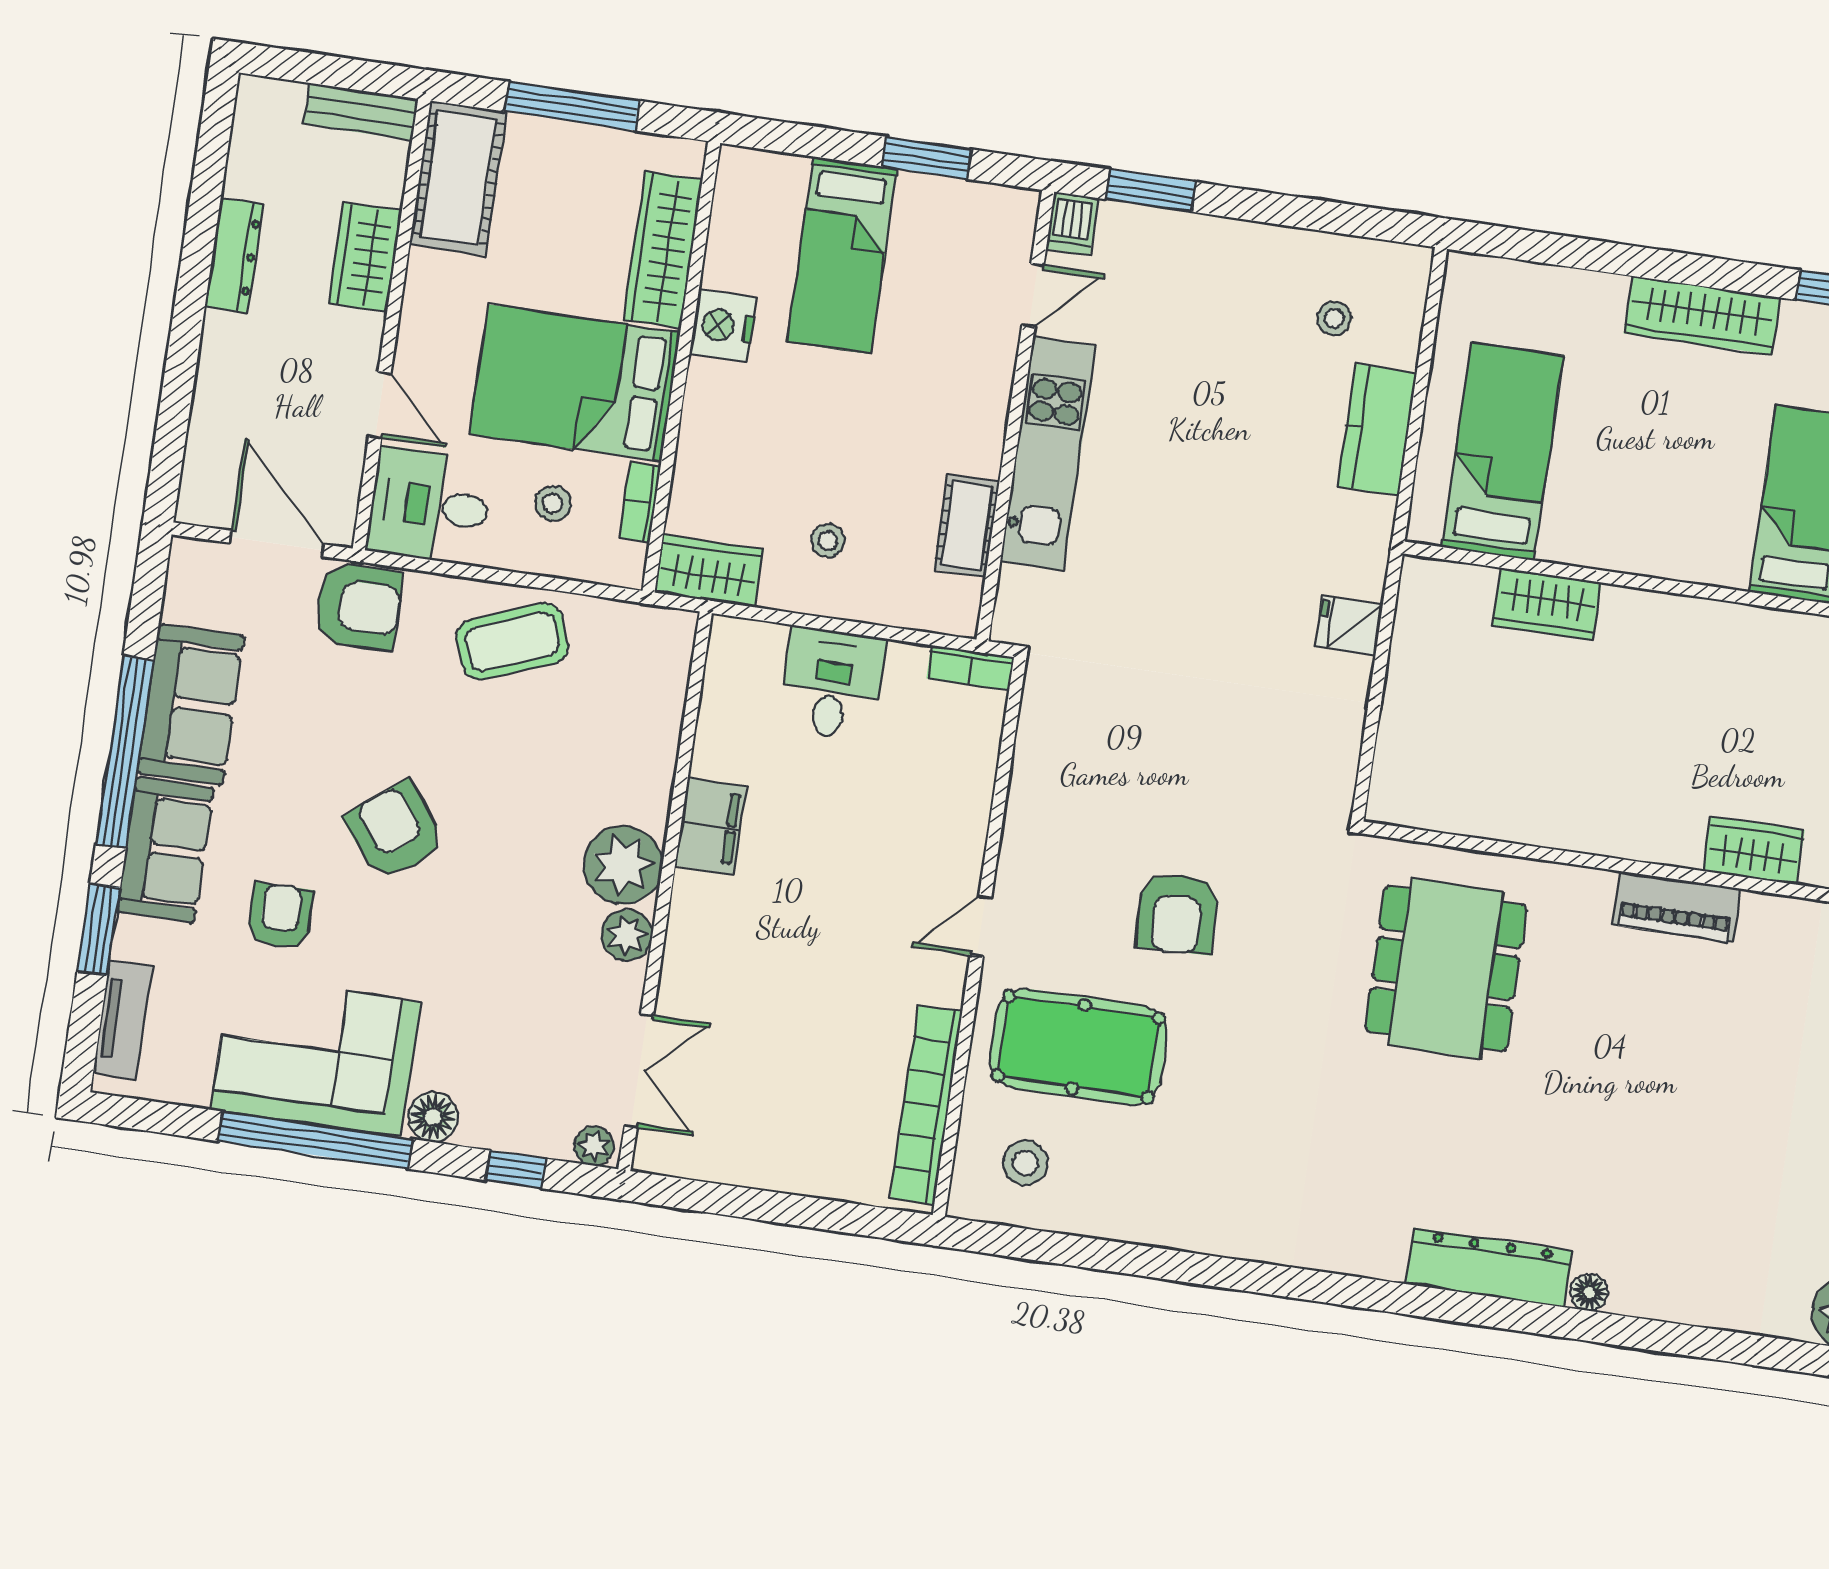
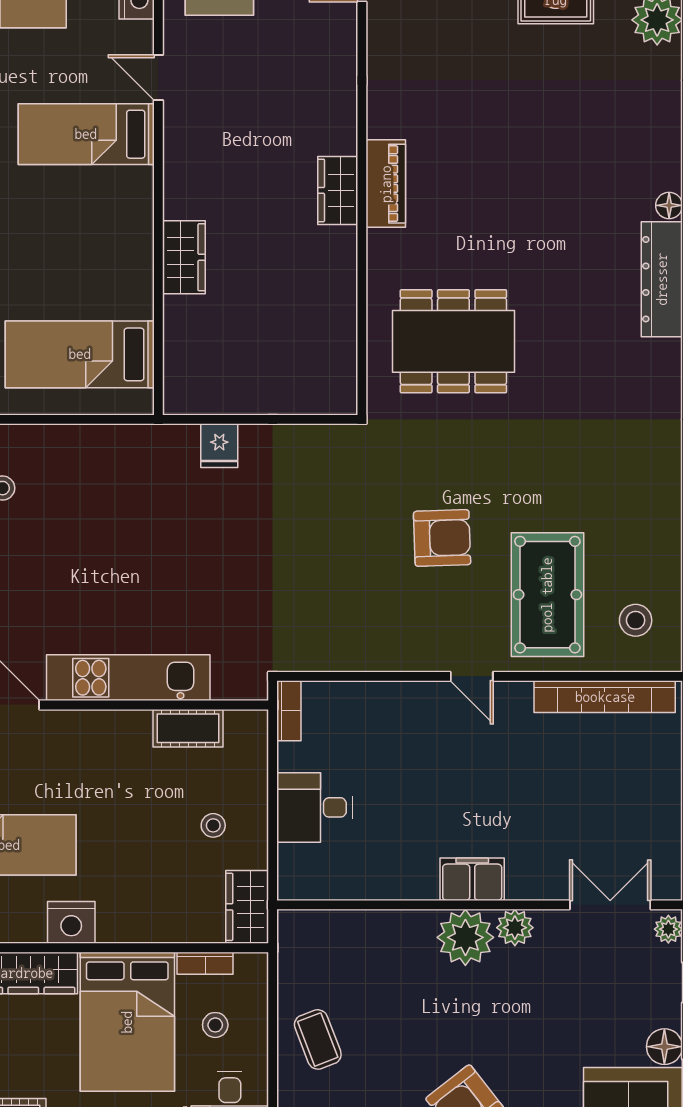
kitchen counter: (1377, 430) -> (77, 446), removed
wardrobe: (1547, 604) -> (184, 257), moved
coffee table: (512, 642) -> (318, 1039), width x0.73, depth x0.77
filing cabinet: (711, 826) -> (472, 879), moved
wardrobe: (1754, 851) -> (338, 190), moved

